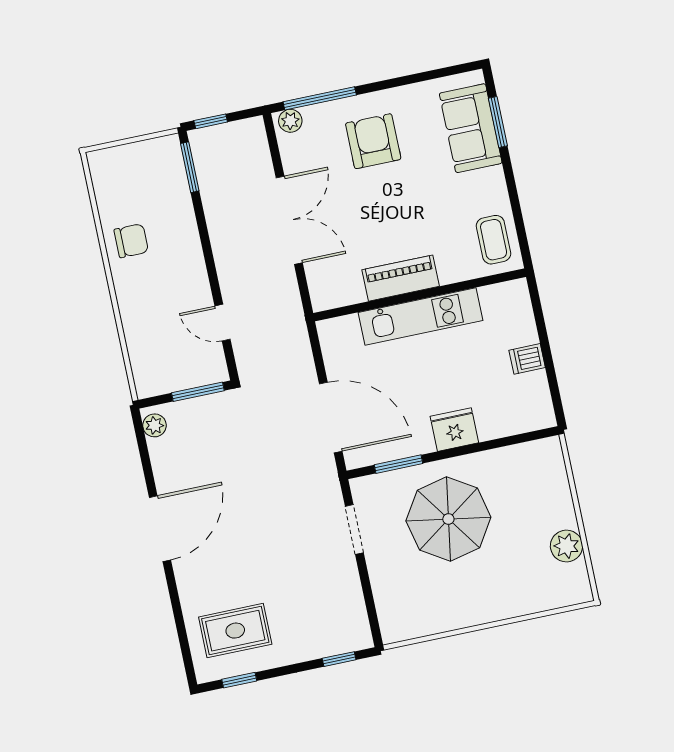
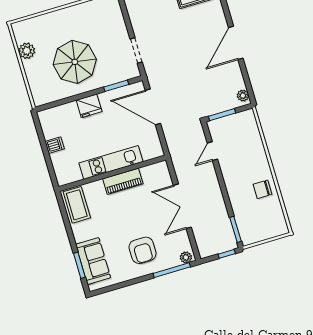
coffee table: (494, 240) -> (77, 205), width x1.36, depth x1.30
door: (223, 323) -> (212, 151), swing flipped
parasol: (448, 519) -> (75, 62), moved

